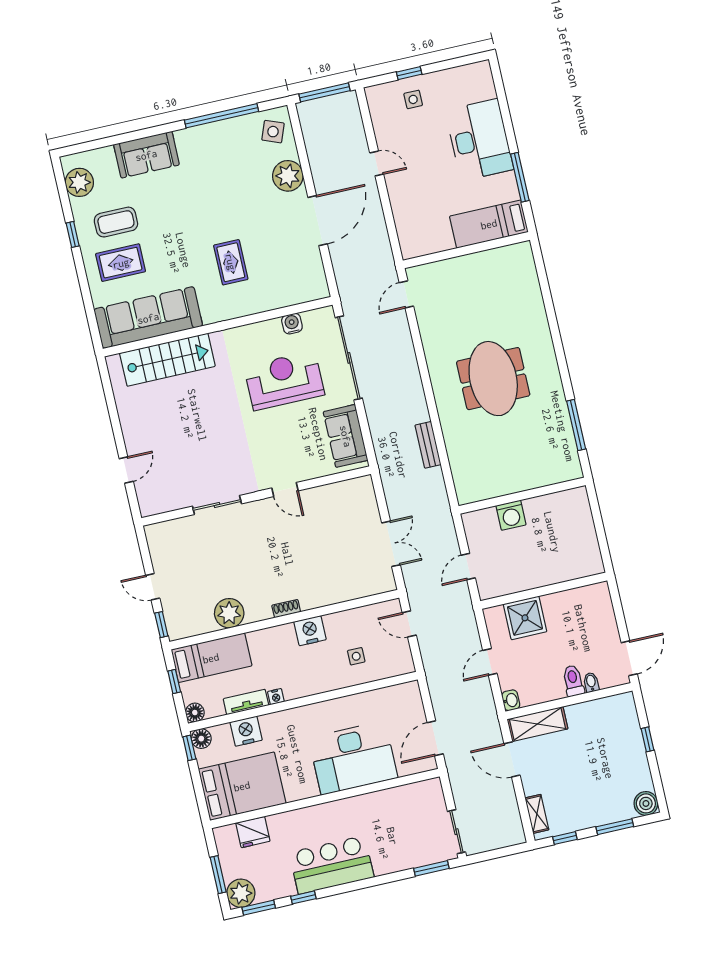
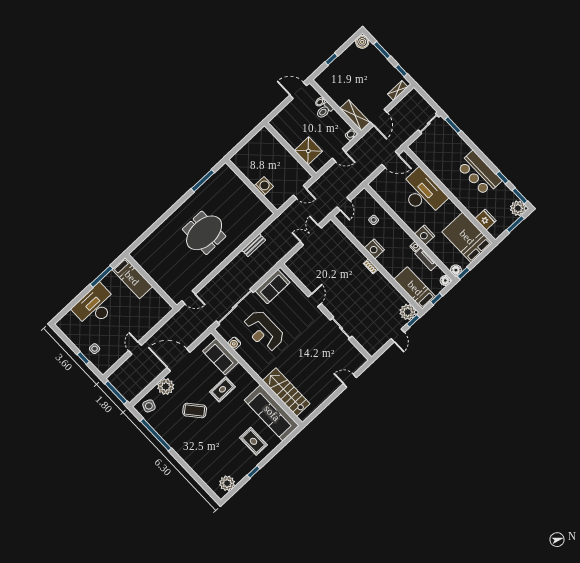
sofa: (146, 155) -> (221, 357), moved, turned 180
coffee table: (116, 222) -> (195, 410), moved, turned -40
plant: (229, 613) -> (408, 312), moved
nightstand: (246, 731) -> (425, 235), moved

